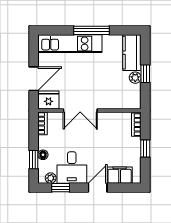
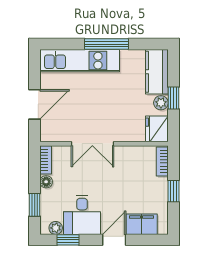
fridge: (48, 100) -> (157, 129), moved, turned -90
floor lamp: (43, 155) -> (46, 182), moved

